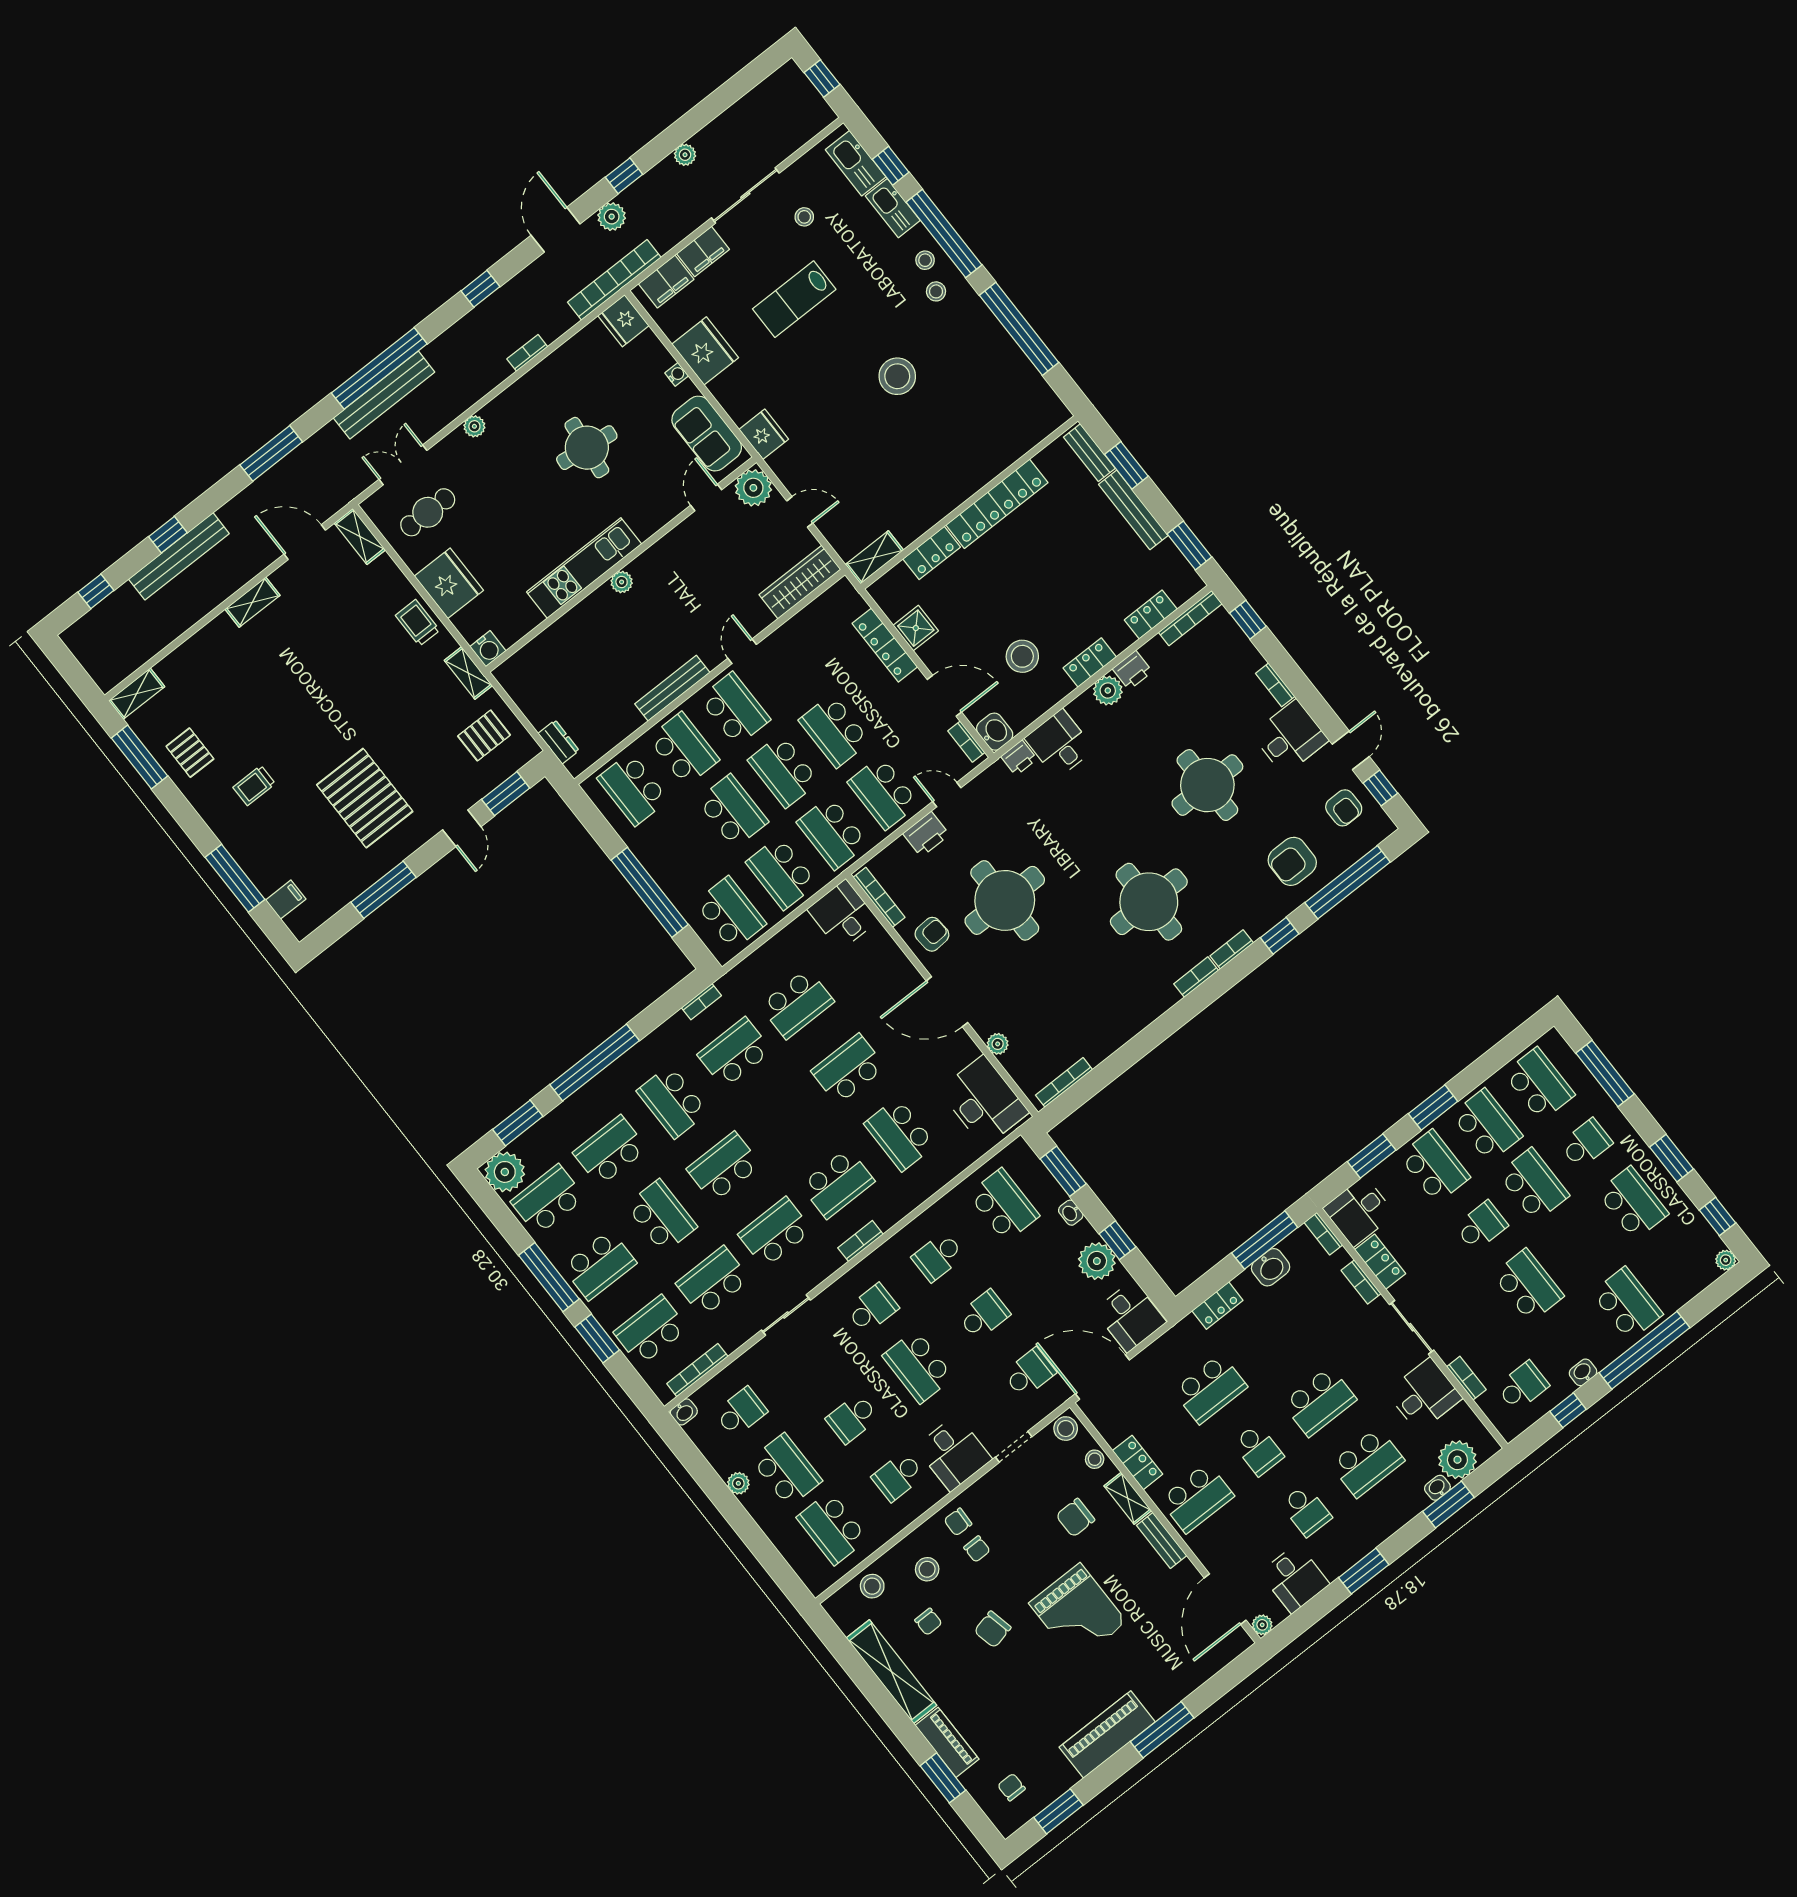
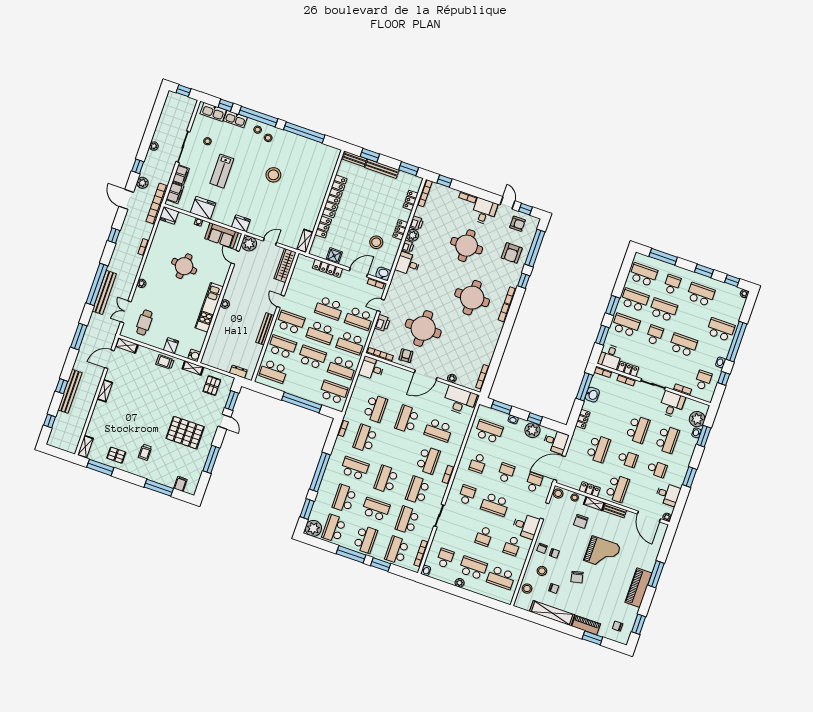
fridge: (449, 583) -> (171, 346), width x0.53, depth x0.75
printer: (1019, 758) -> (408, 247), moved
school desk: (672, 1102) -> (355, 468), turned 180

